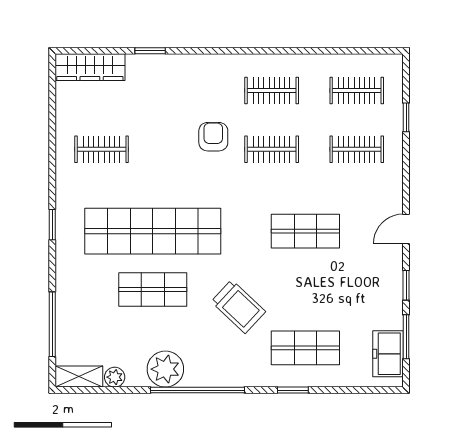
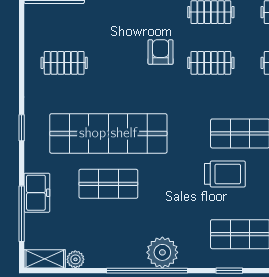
freezer: (70, 300) -> (37, 193), added
trolley: (238, 307) -> (225, 174), moved, turned -43
plant: (165, 369) -> (162, 252), moved

